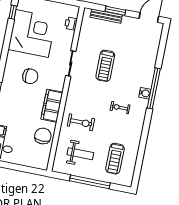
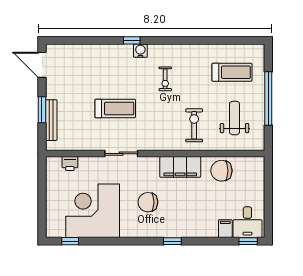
chair: (30, 76) -> (148, 202), turned -90
window: (154, 88) -> (132, 40), width x0.32

